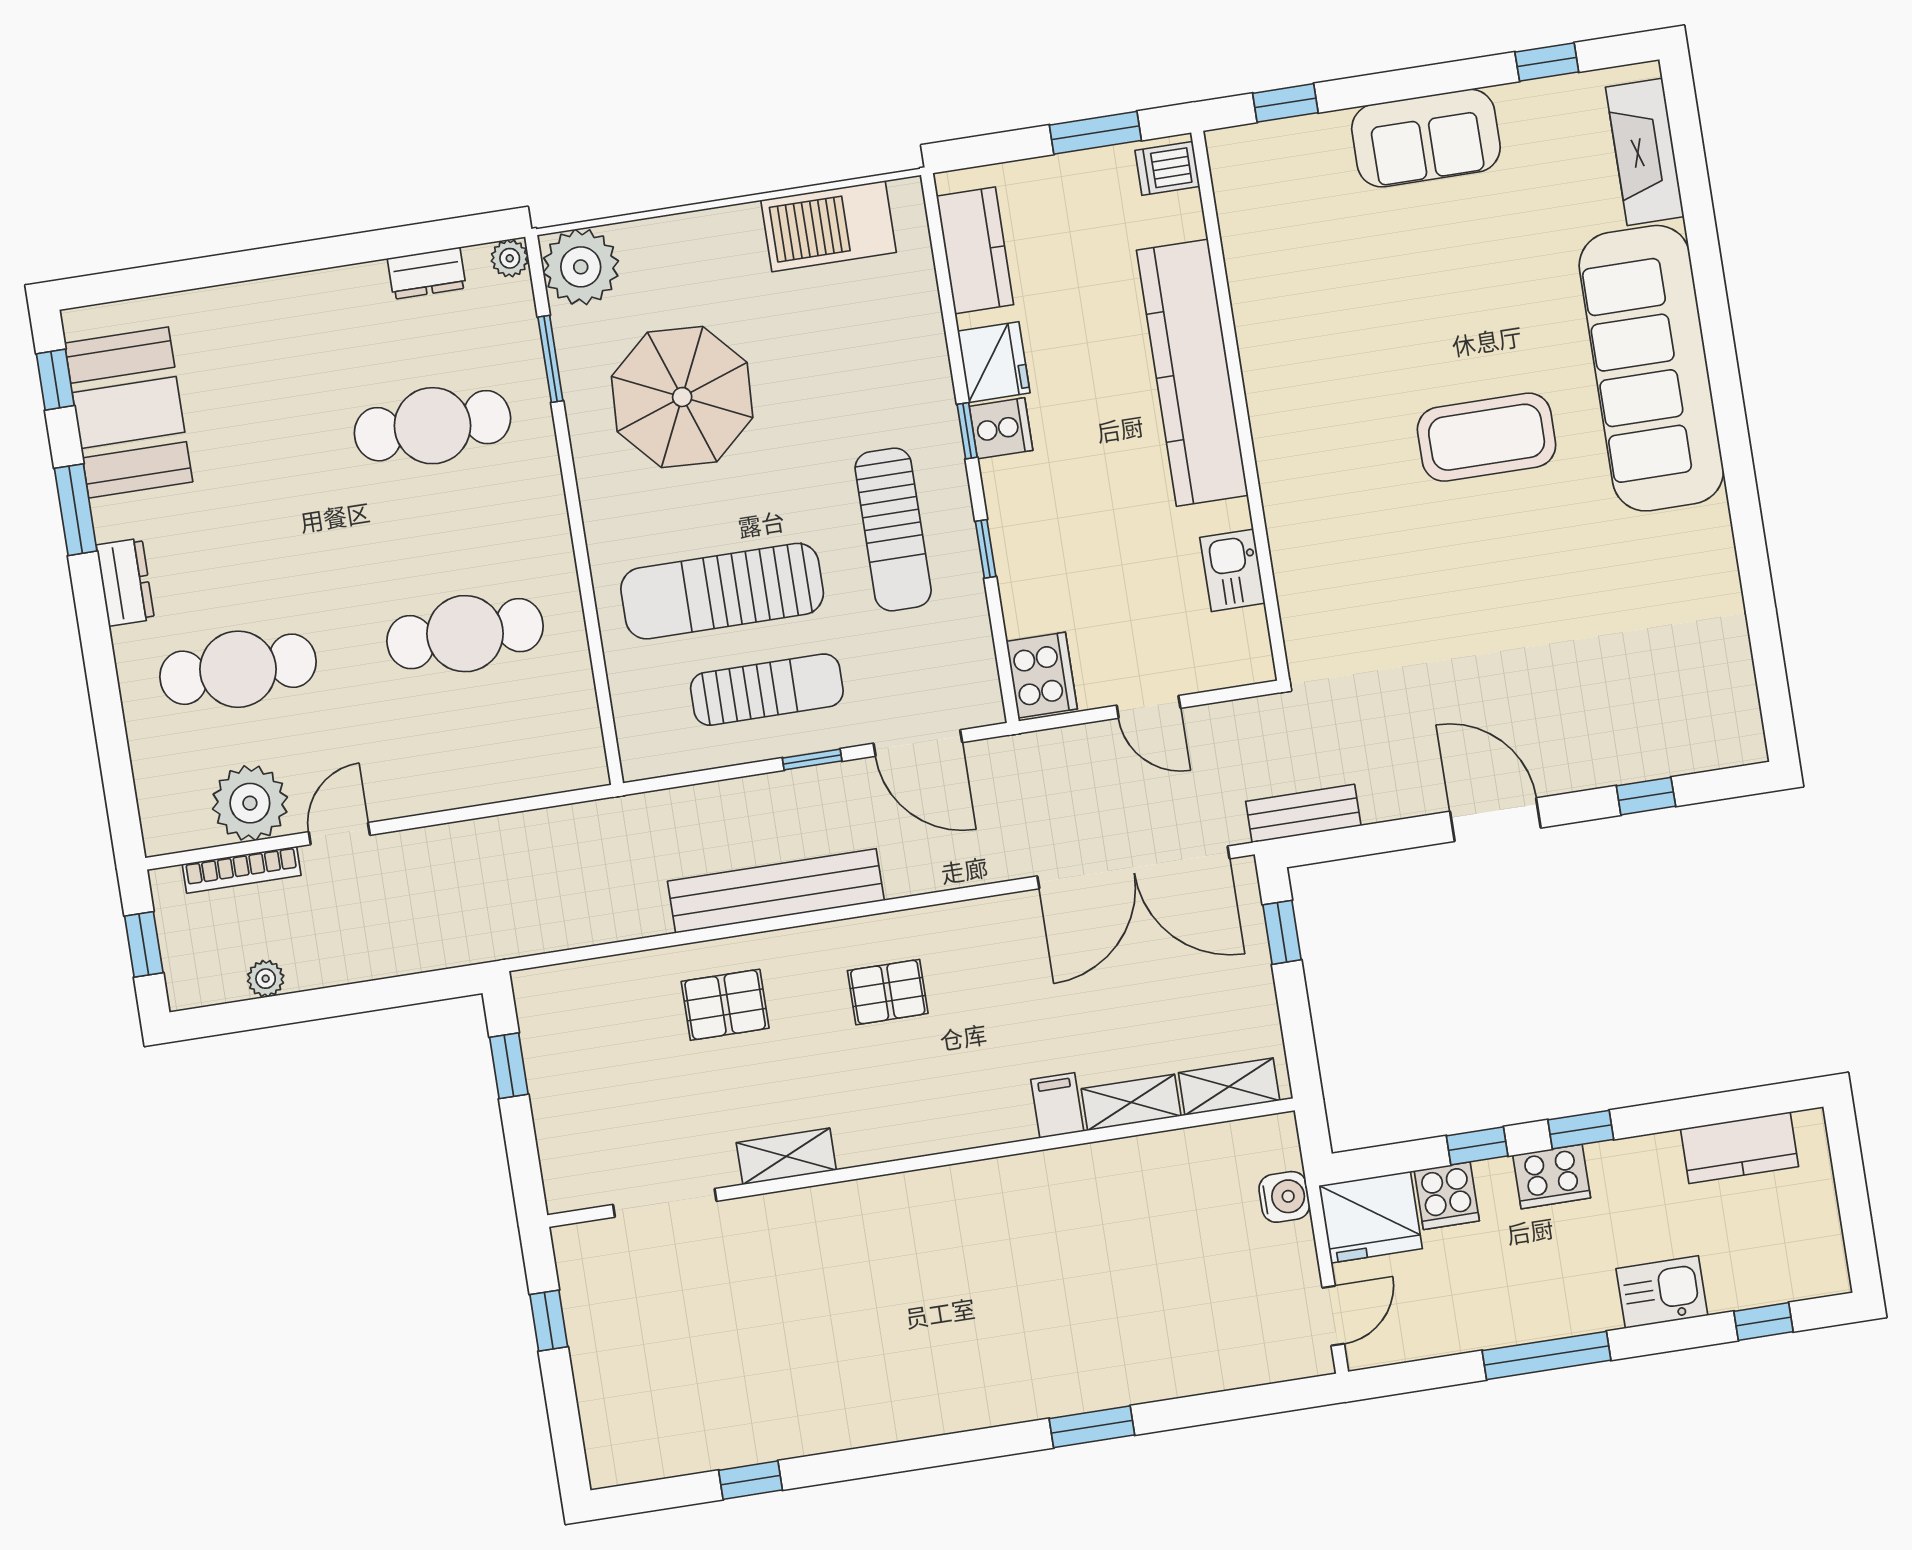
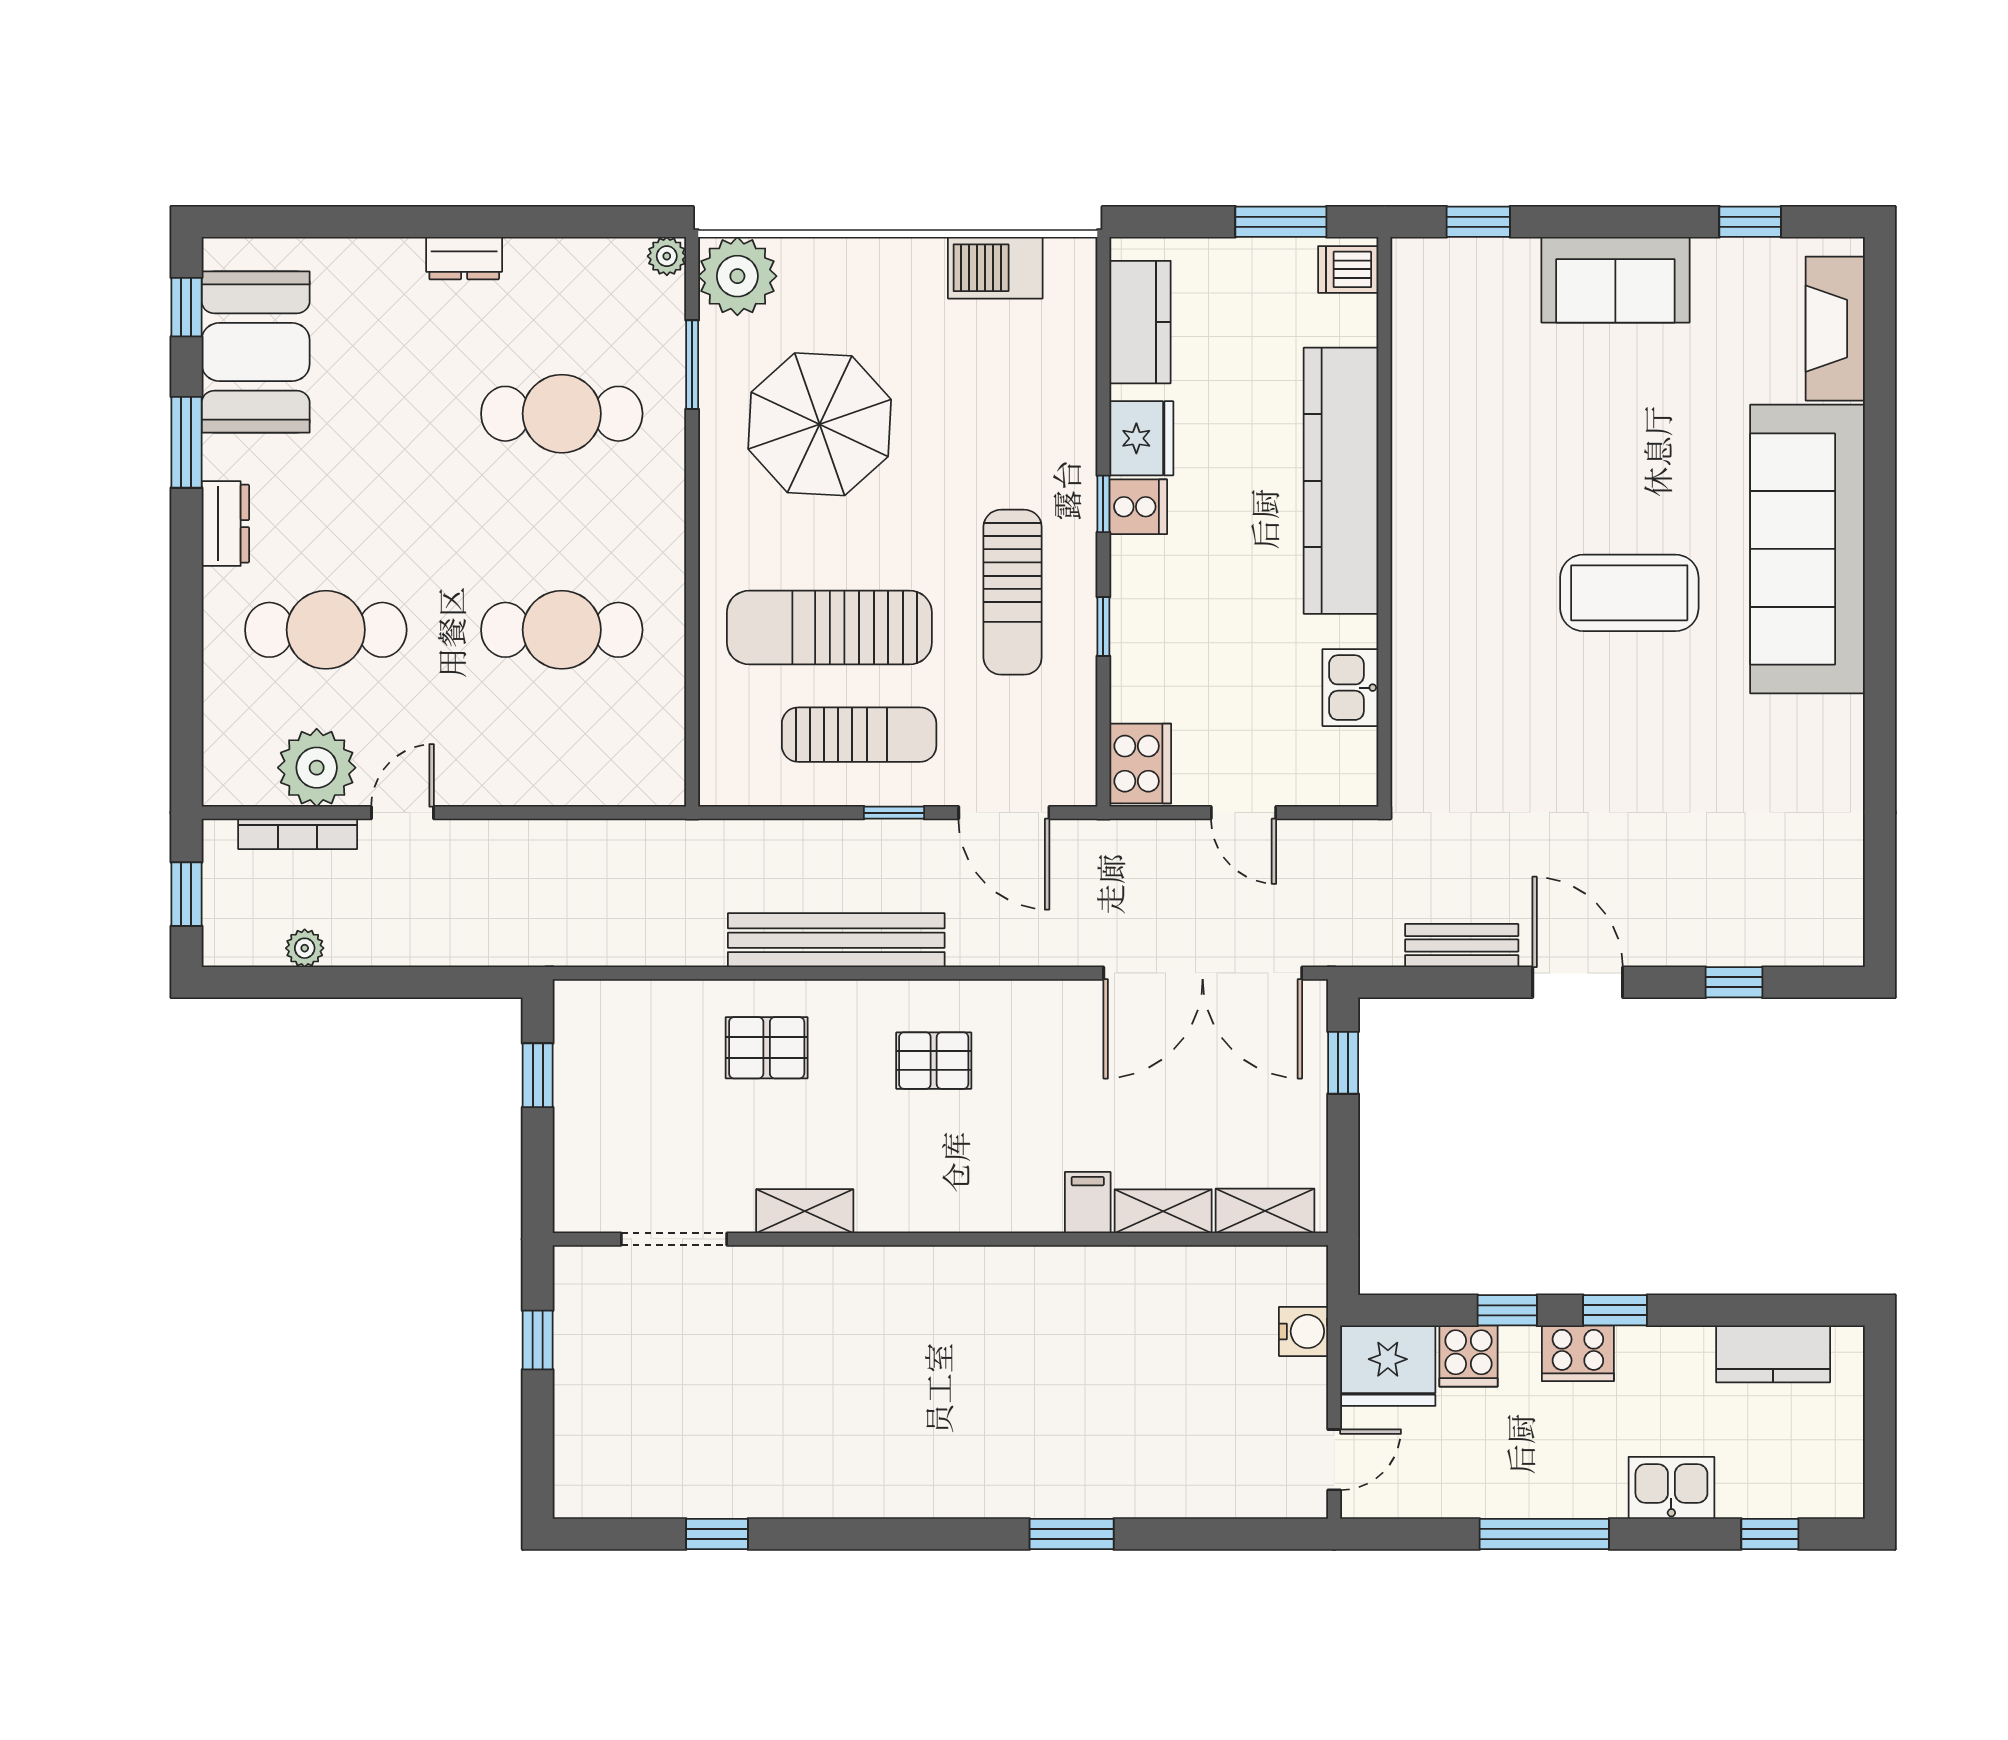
barbecue: (828, 226) -> (995, 268), width x0.73, depth x0.83
dresser: (427, 273) -> (464, 258), moved
bench: (1303, 814) -> (1462, 946), moved

